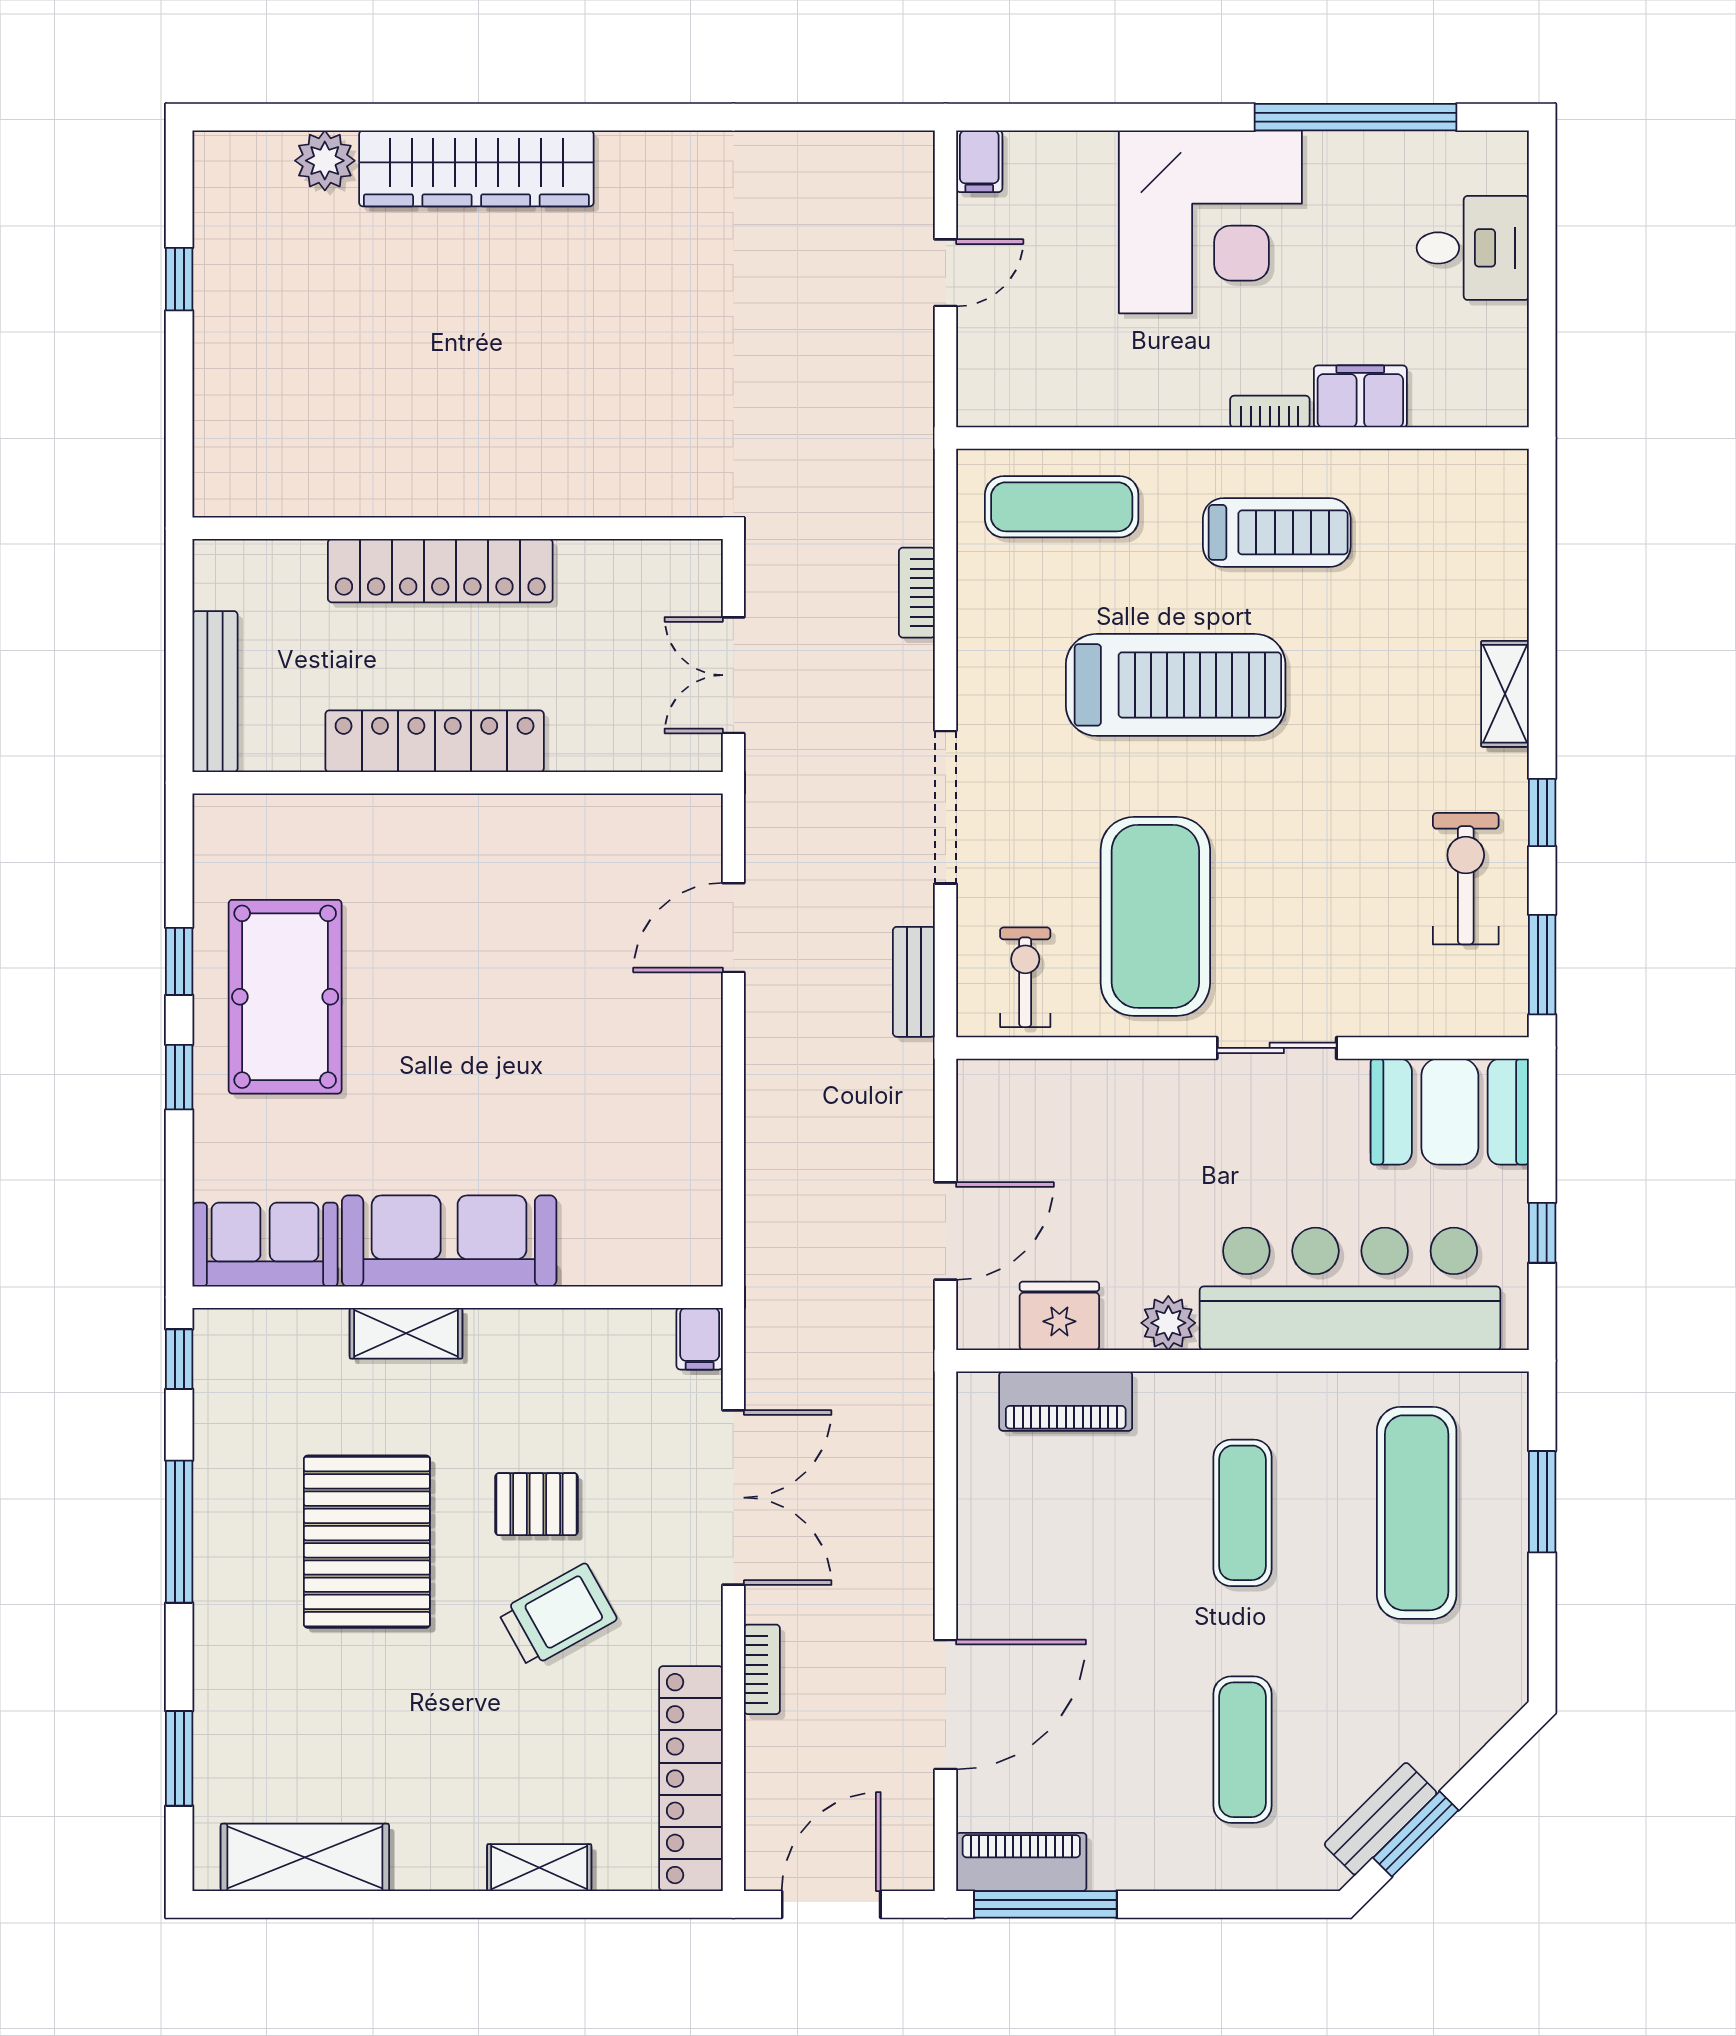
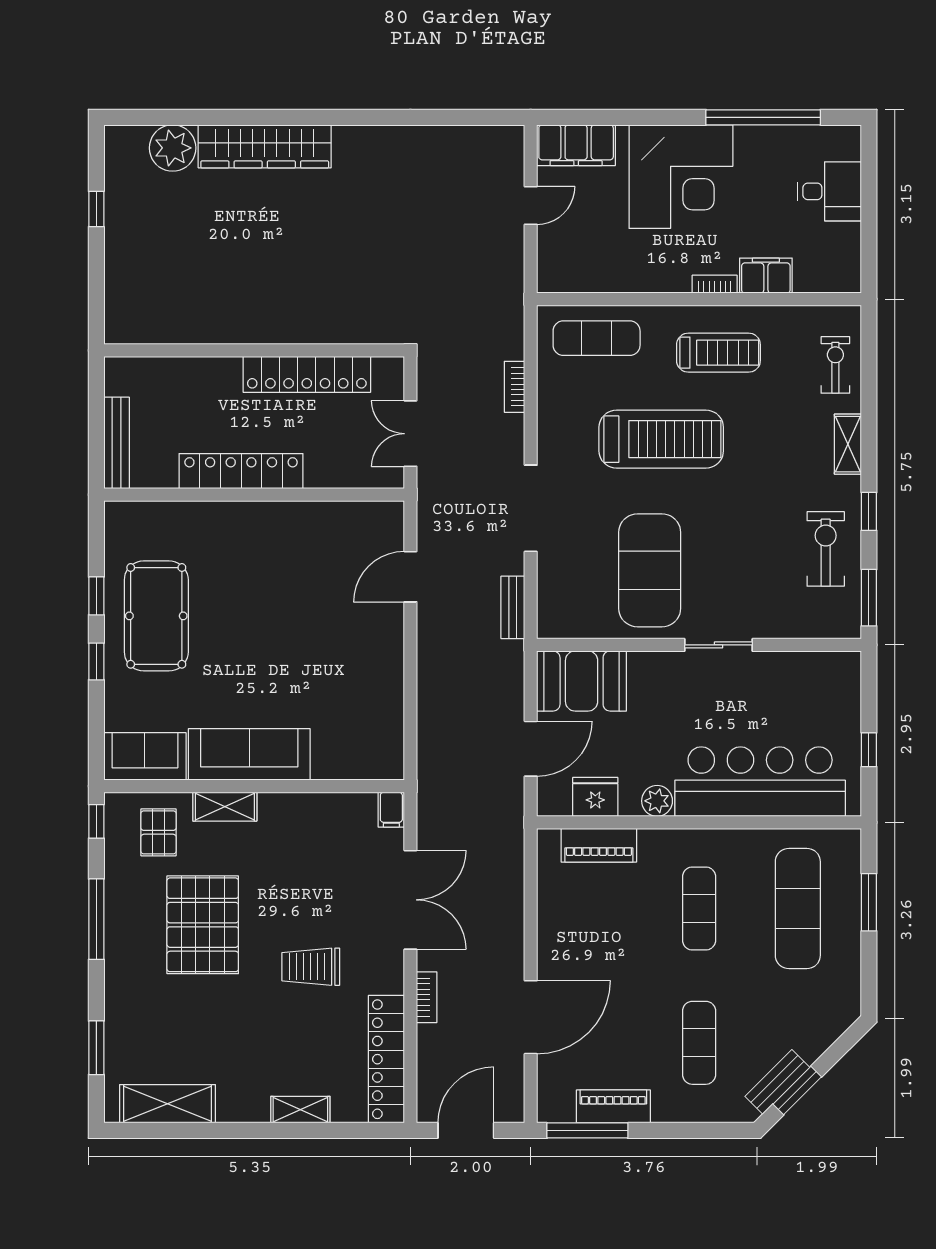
plant: (325, 161) -> (173, 148), width x1.36, depth x1.36
filing cabinet: (979, 161) -> (576, 145), width x3.00, depth x1.17
locker: (440, 571) -> (307, 374), moved
exercise bike: (1025, 977) -> (835, 365), moved
booth: (1450, 1112) -> (582, 681), moved
pallet: (537, 1504) -> (158, 832), moved, turned 90
trolley: (558, 1615) -> (311, 967), turned -151
piano: (1021, 1862) -> (613, 1106), moved

